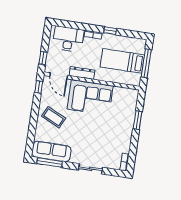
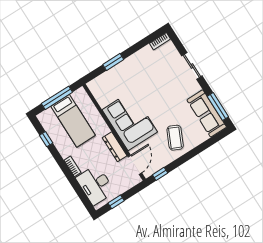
window: (110, 31) -> (46, 139), moved
window: (43, 58) -> (116, 202), moved

